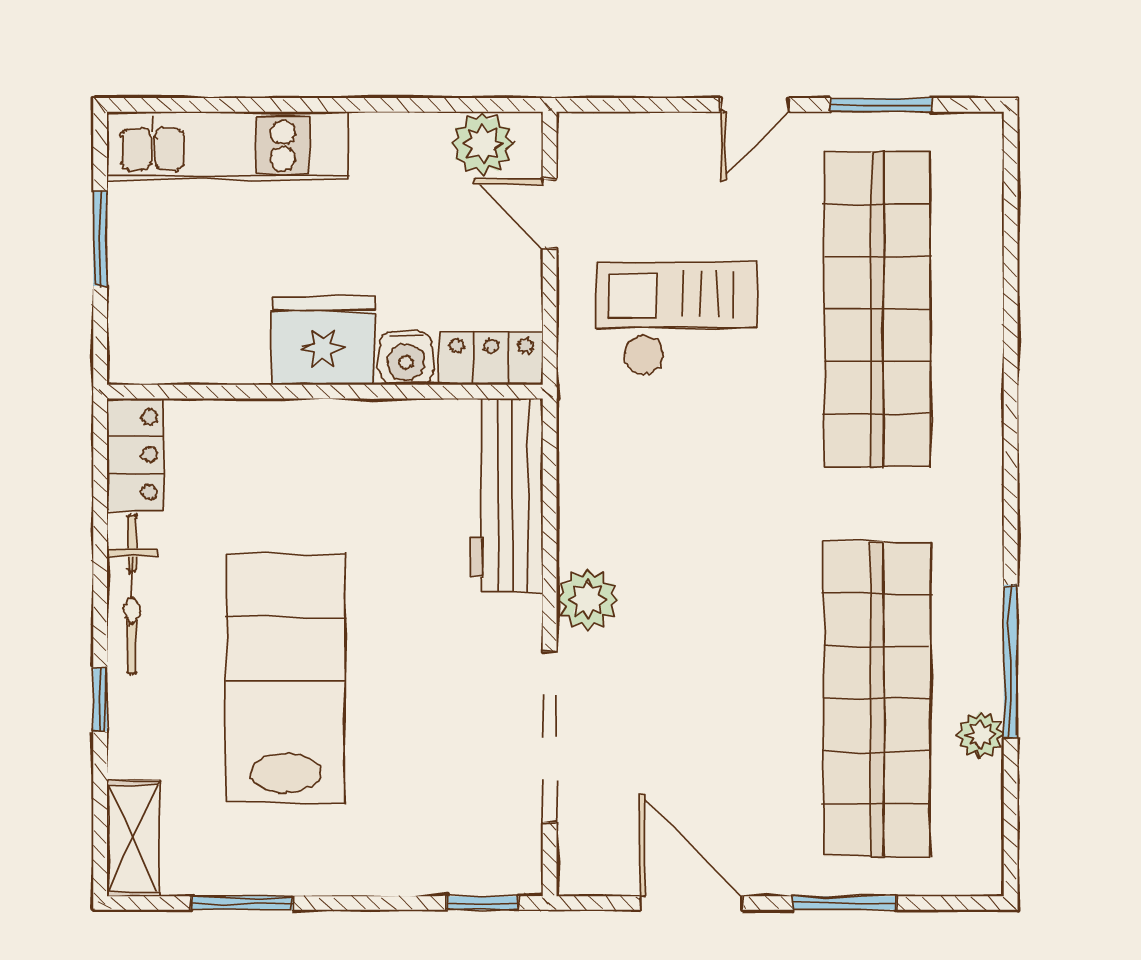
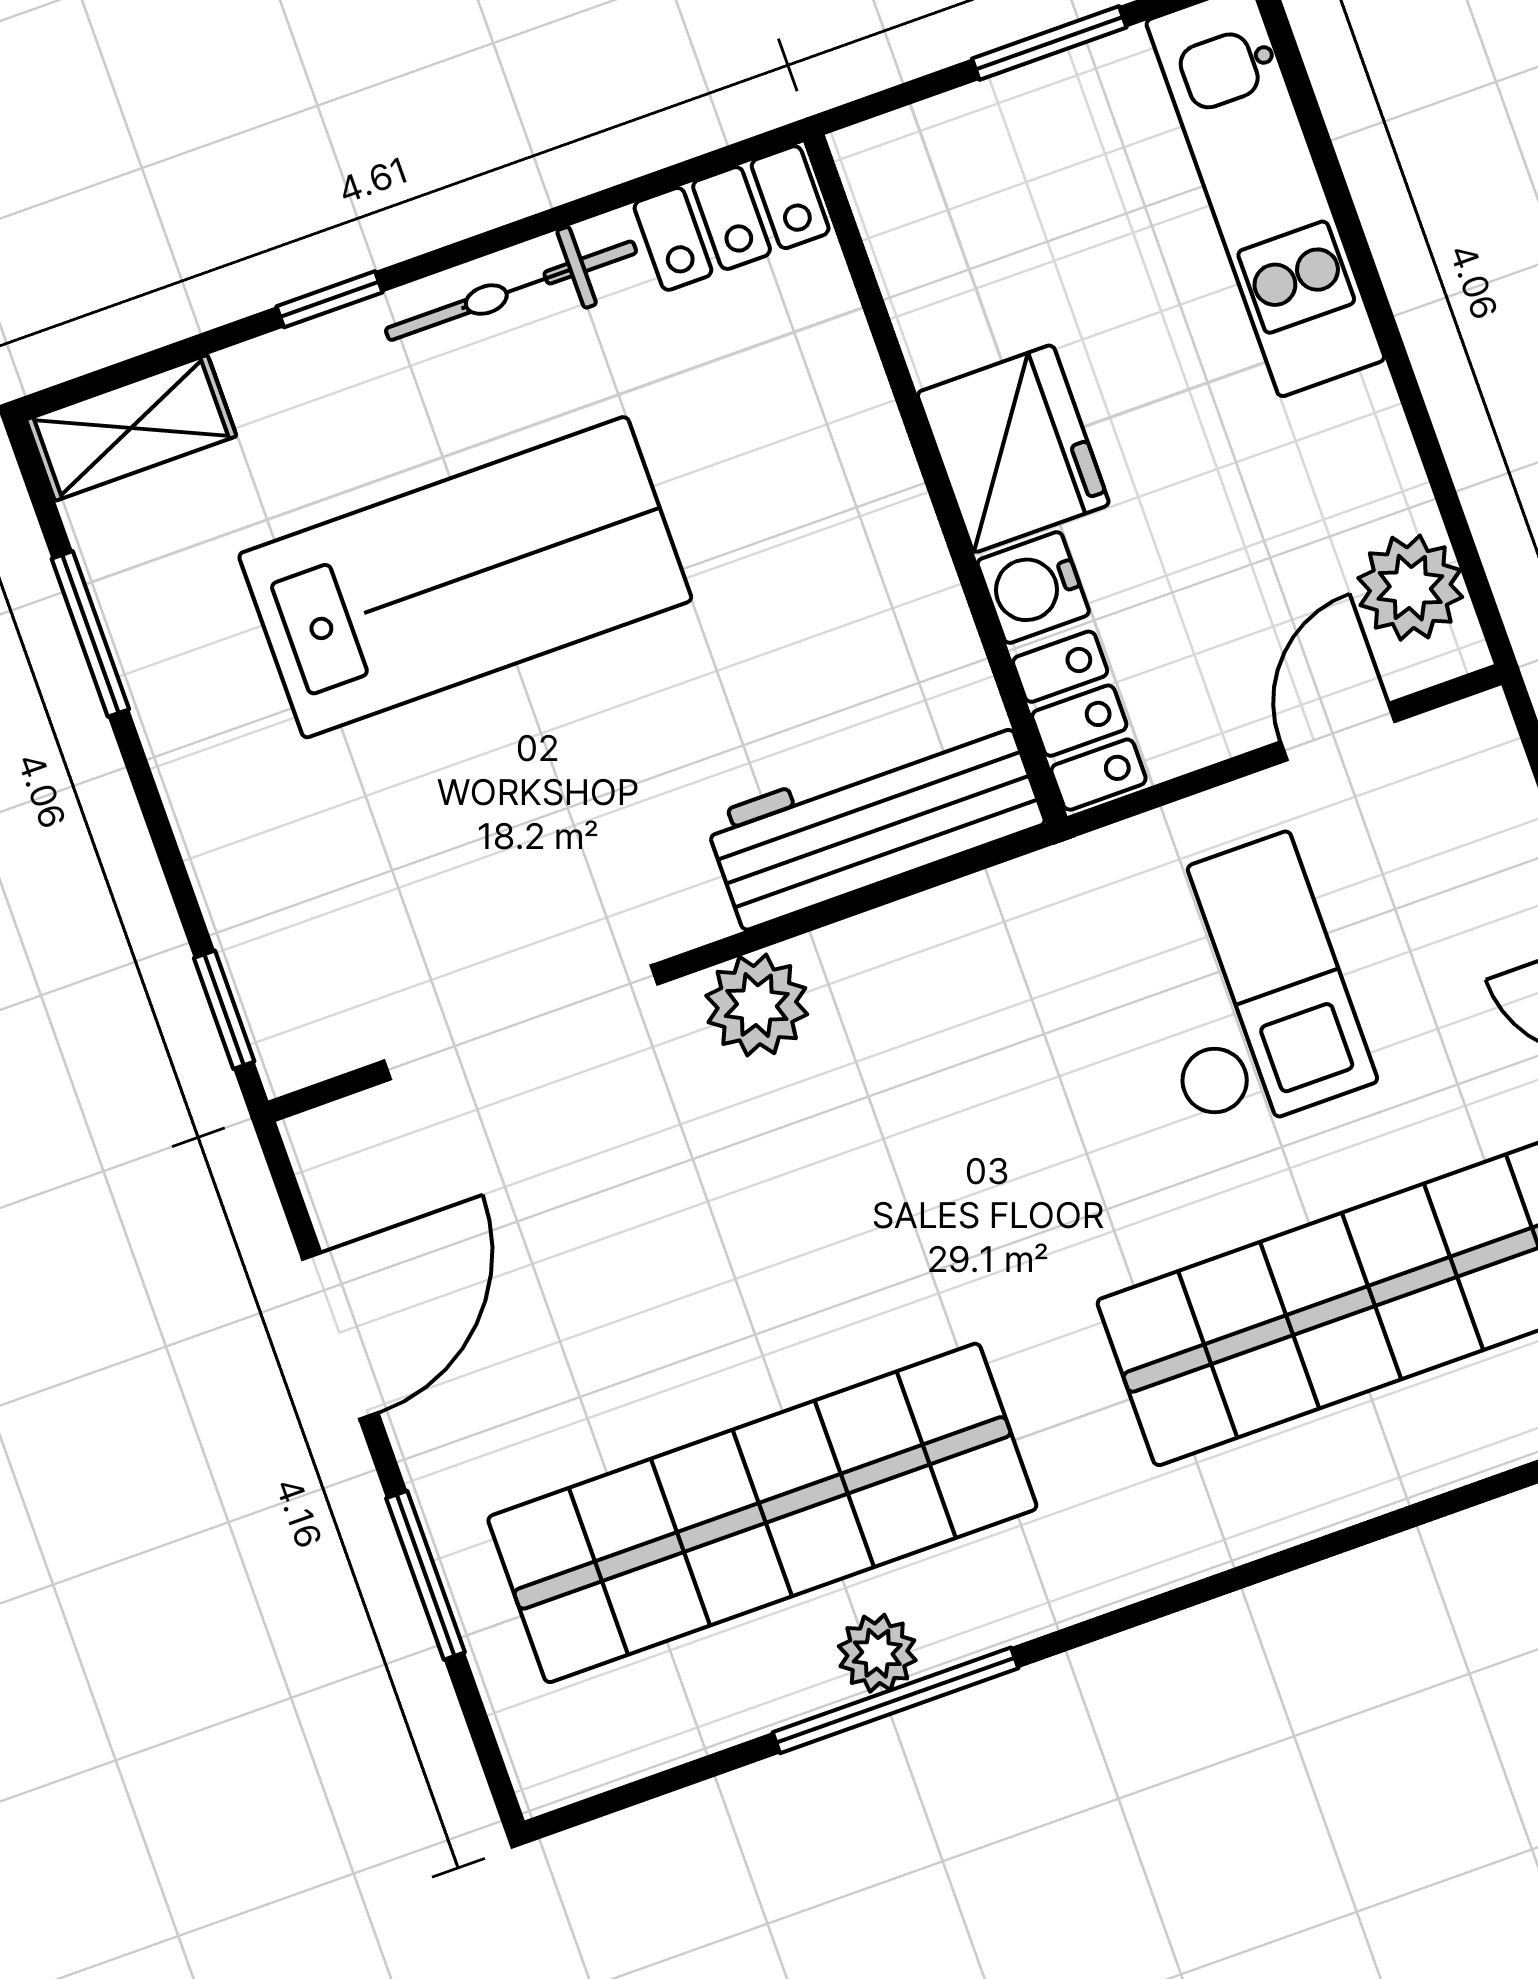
plant: (980, 735) -> (877, 1653), moved

